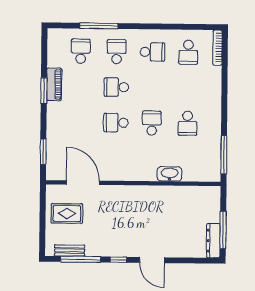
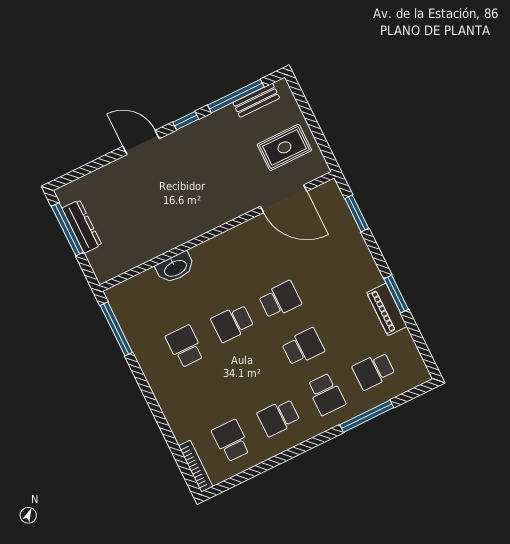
school desk: (81, 51) -> (374, 371), turned 90
school desk: (152, 123) -> (232, 323), turned 90
dresser: (213, 241) -> (82, 227), moved

